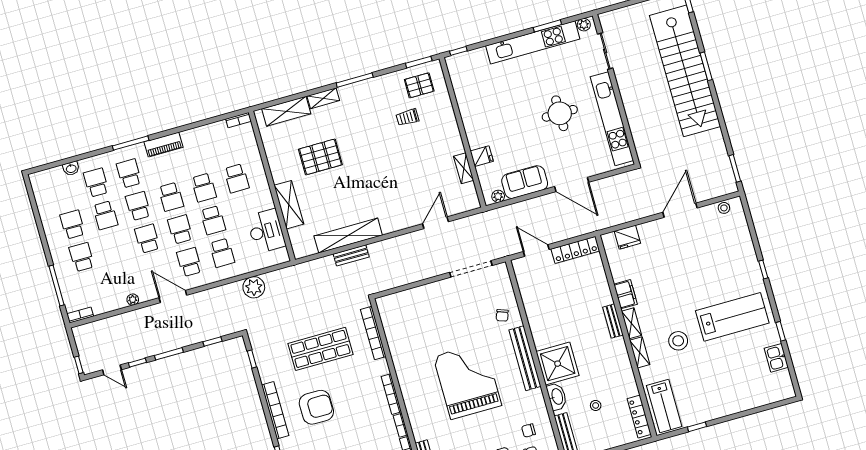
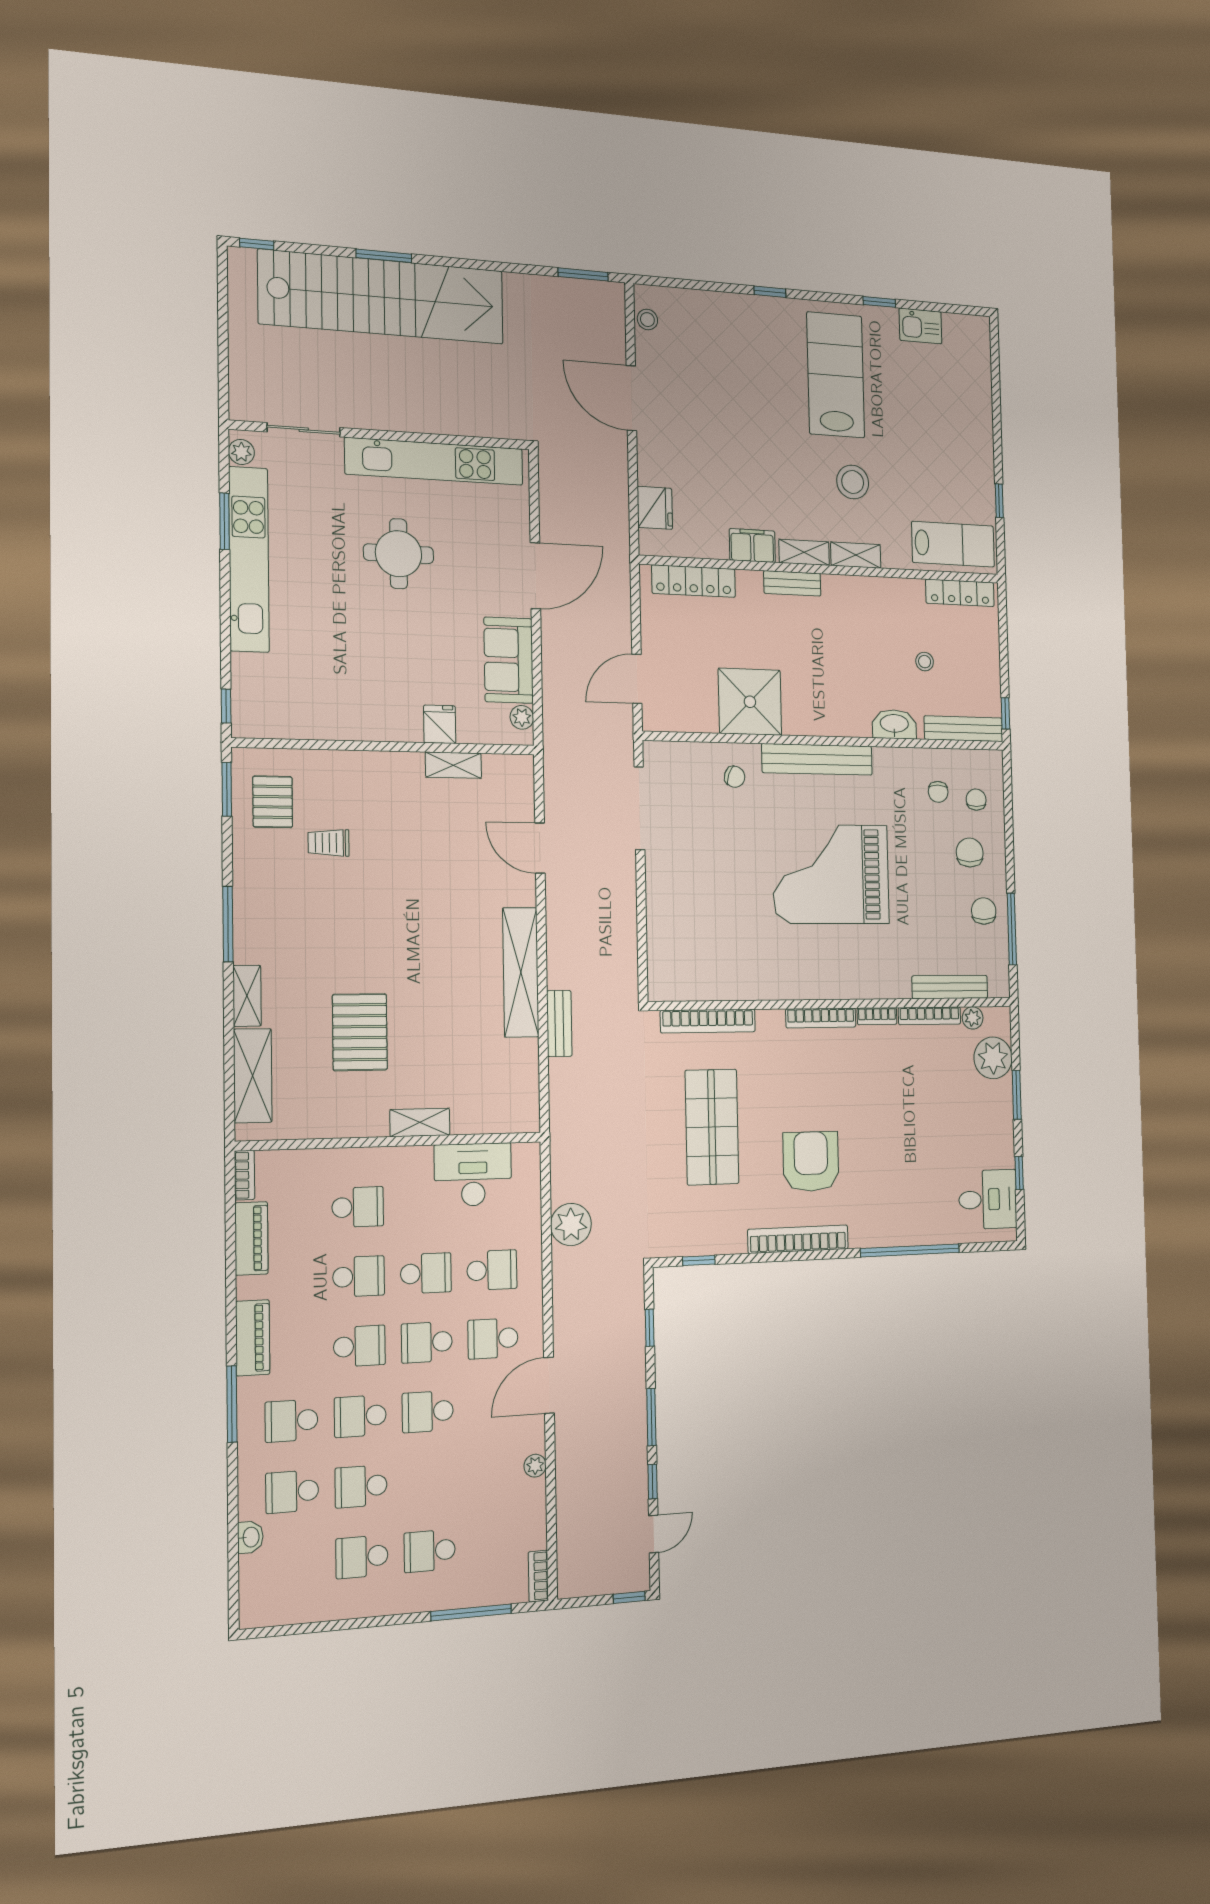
trolley: (407, 117) -> (329, 843), turned 90
piano: (210, 131) -> (251, 1238), added
shelving: (289, 205) -> (420, 1122), width x0.67, depth x0.75
school desk: (105, 215) -> (361, 1486), turned 180
shelving: (348, 236) -> (521, 972), moved
locker: (575, 250) -> (694, 581), moved, turned 90
shower: (558, 364) -> (750, 702), moved

